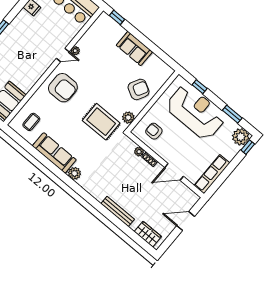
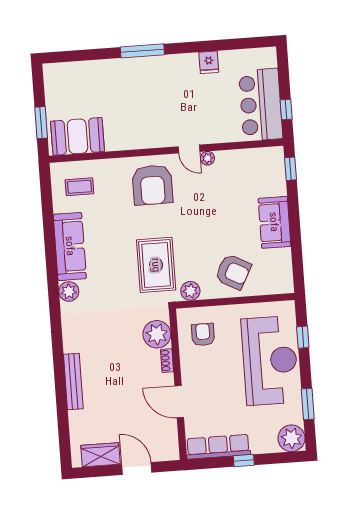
window: (248, 147) -> (244, 461), moved
plant: (139, 152) -> (157, 334), width x1.87, depth x1.87
wardrobe: (148, 234) -> (100, 455), moved, turned -90

